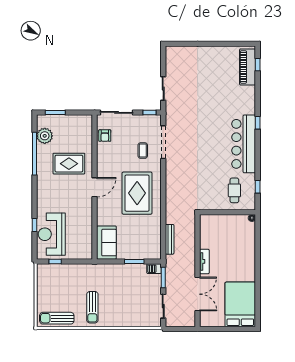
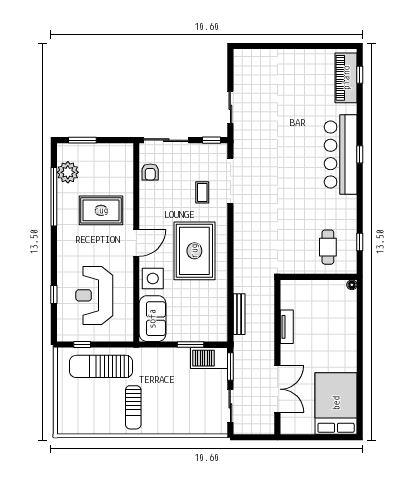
bar counter: (244, 144) -> (341, 154), moved
side table: (107, 213) -> (153, 278), added
reception desk: (52, 234) -> (94, 295), moved
tv unit: (204, 261) -> (287, 327), moved
barbecue: (154, 269) -> (209, 358), width x1.88, depth x1.53
sun lounger: (57, 318) -> (101, 366), moved, width x1.36, depth x1.34

